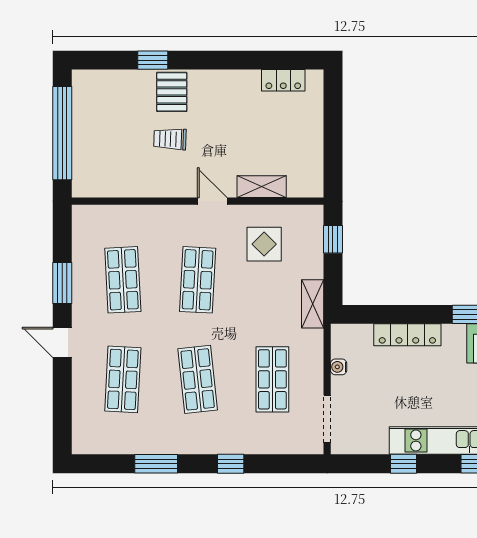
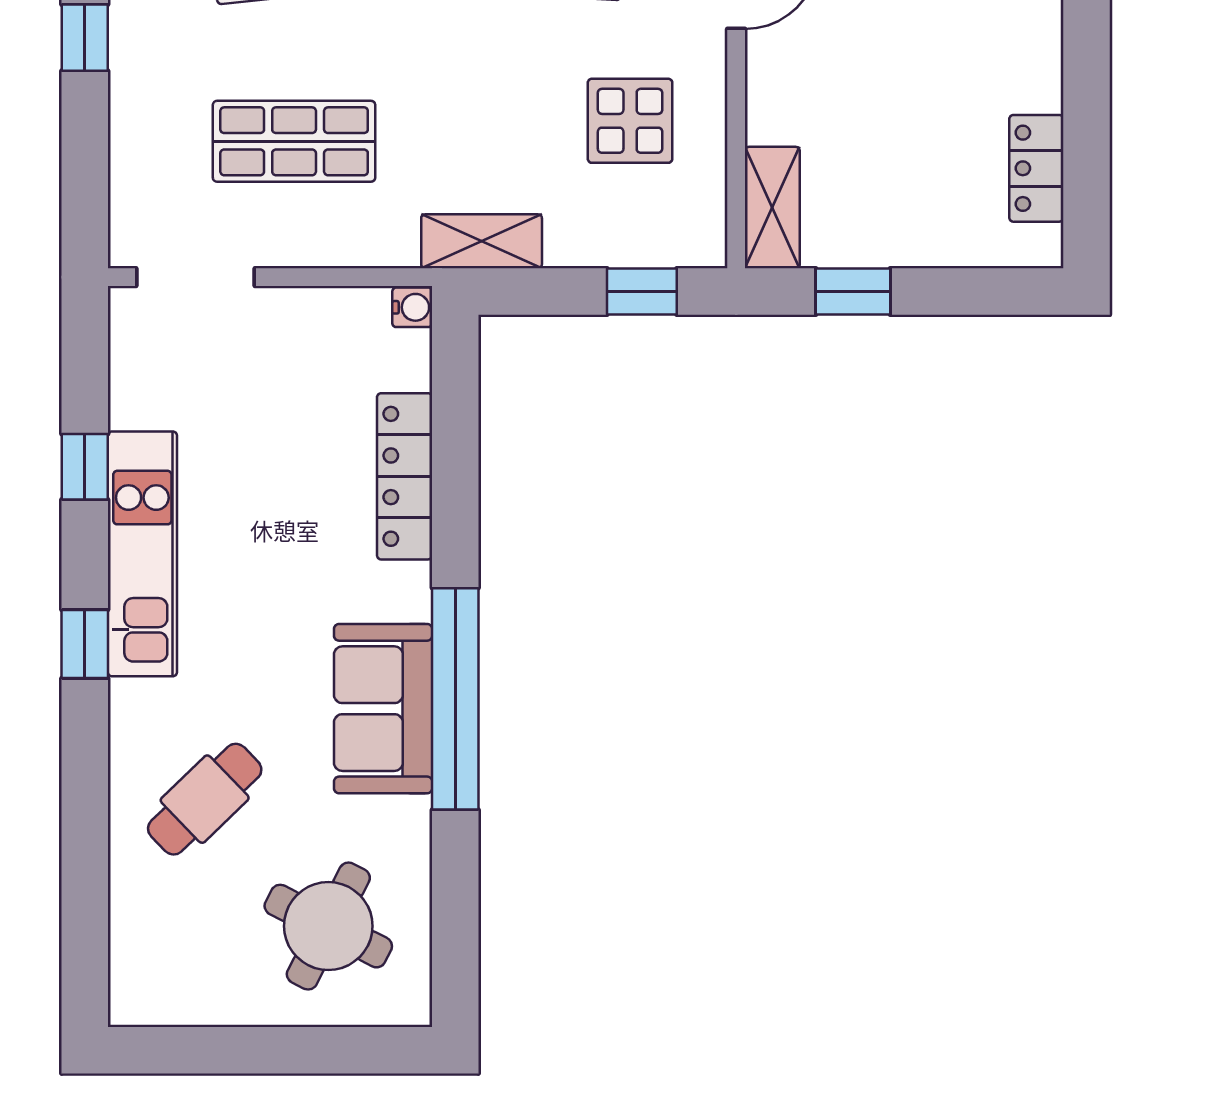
window: (333, 154) -> (853, 292), added
shelving: (262, 187) -> (772, 208), moved
water cooler: (339, 367) -> (412, 307), moved, turned 90

